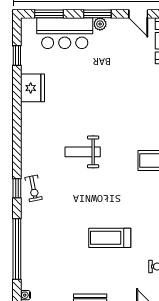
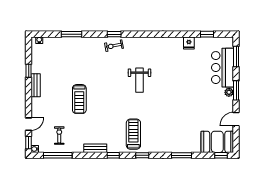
fridge: (33, 88) -> (189, 43), width x0.53, depth x0.75
weight bench: (83, 152) -> (139, 80), turned 180
treadmill: (110, 238) -> (79, 99), turned 180
window: (17, 249) -> (72, 34), width x0.47

